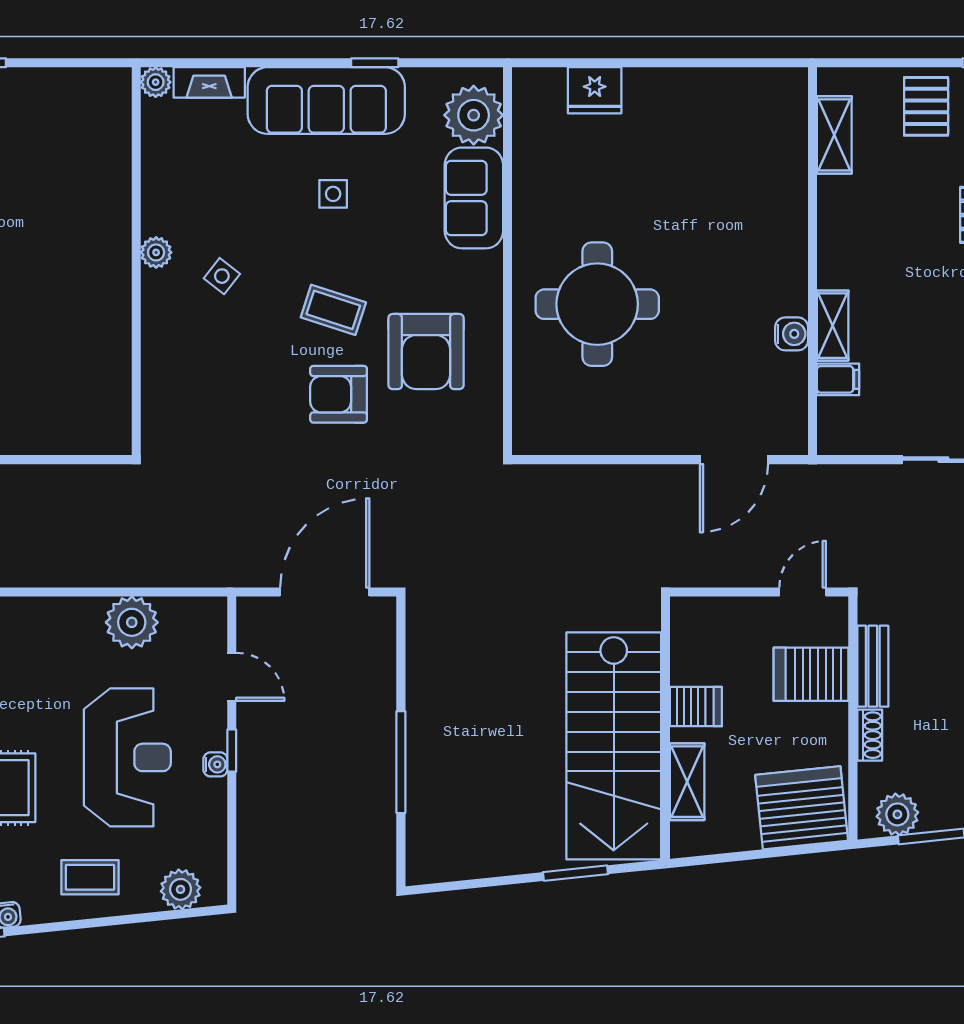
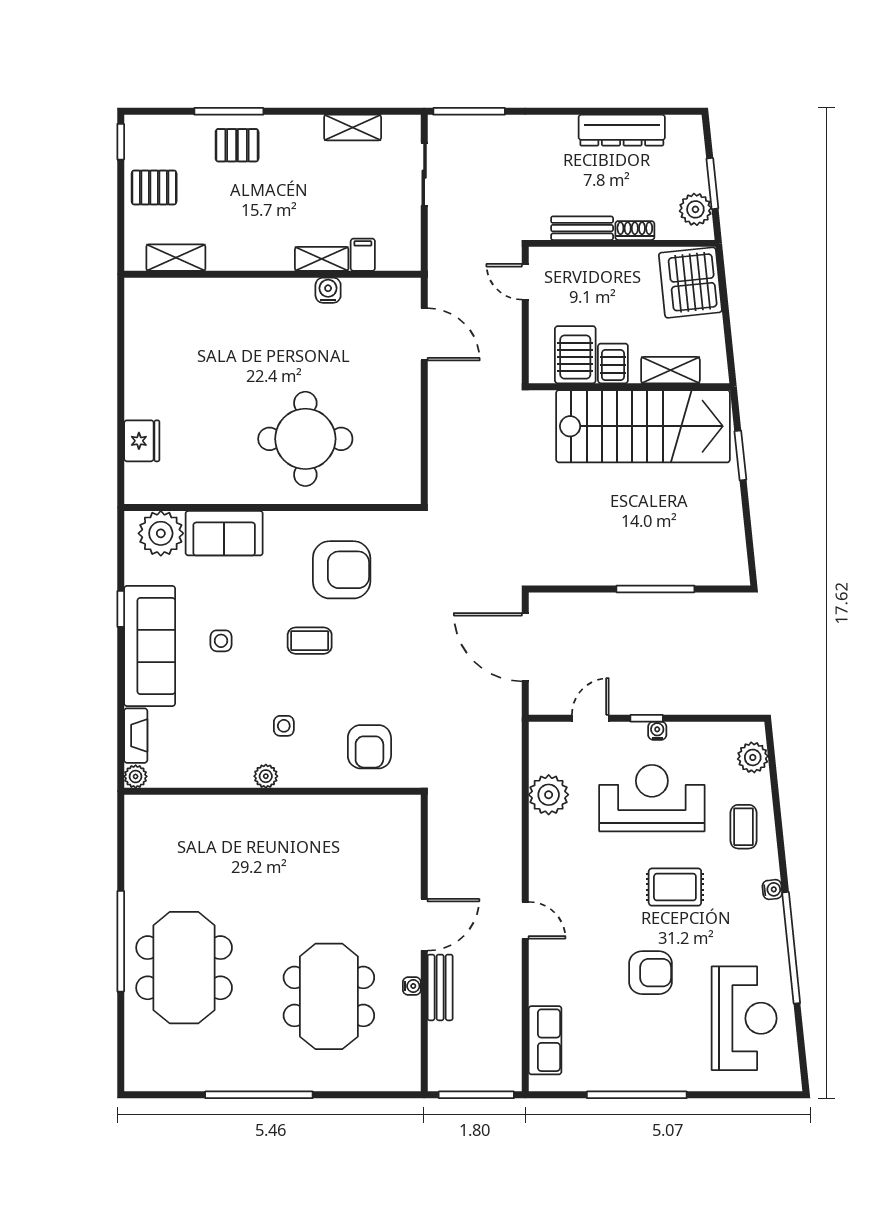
side table: (222, 276) -> (284, 726), turned -38
coffee table: (333, 310) -> (310, 641), turned 72
armchair: (339, 394) -> (369, 747), moved
server rack: (811, 674) -> (575, 355), moved, turned 180

